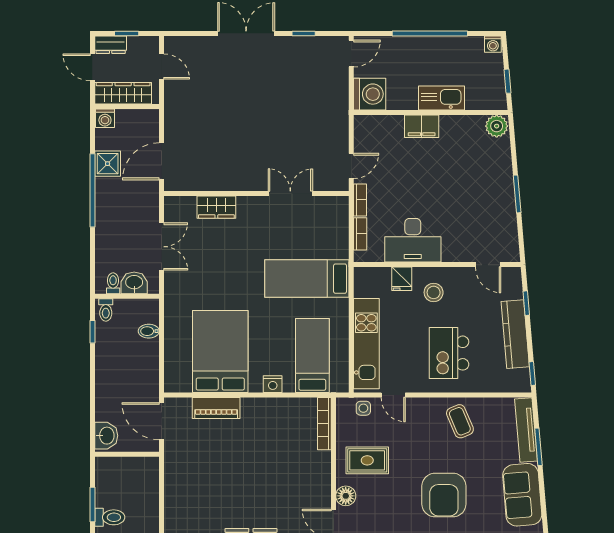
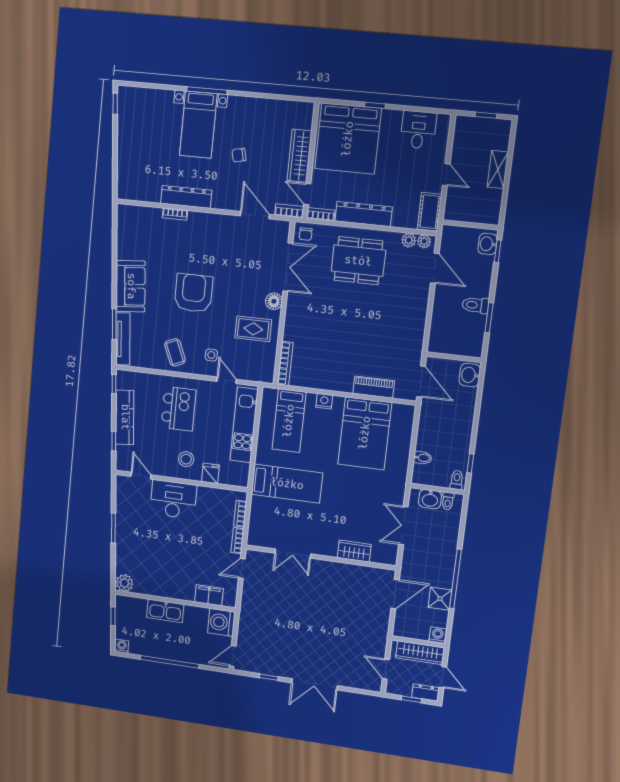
filing cabinet: (422, 126) -> (209, 595), moved
desk: (413, 240) -> (173, 499), moved
side table: (363, 408) -> (211, 355), moved

